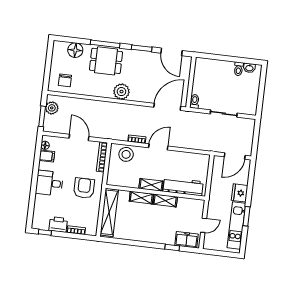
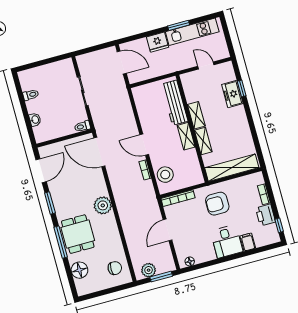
washbasin: (249, 68) -> (35, 120), moved
filing cabinet: (47, 156) -> (248, 242), moved
freezer: (186, 240) -> (232, 94), moved

